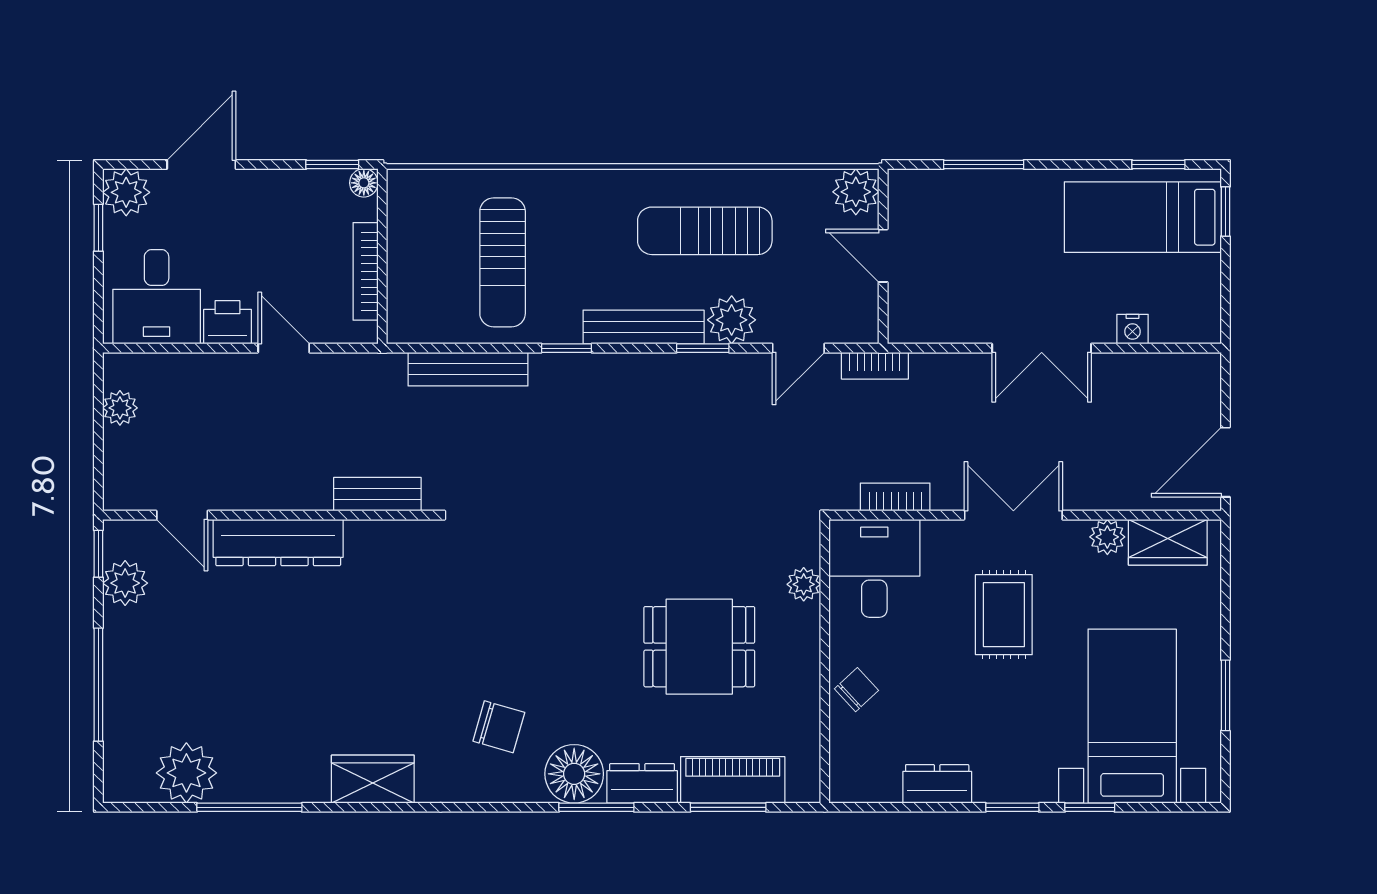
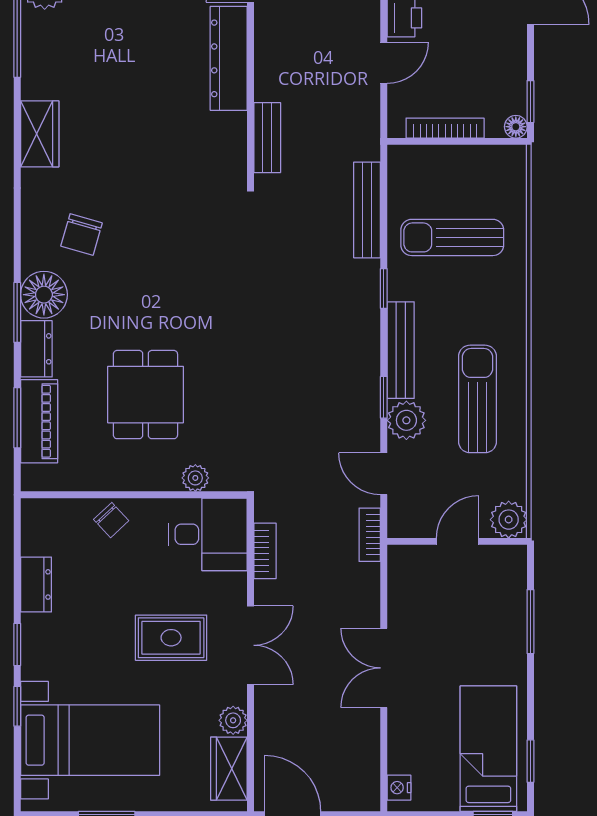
nightstand: (1133, 329) -> (399, 788), moved

